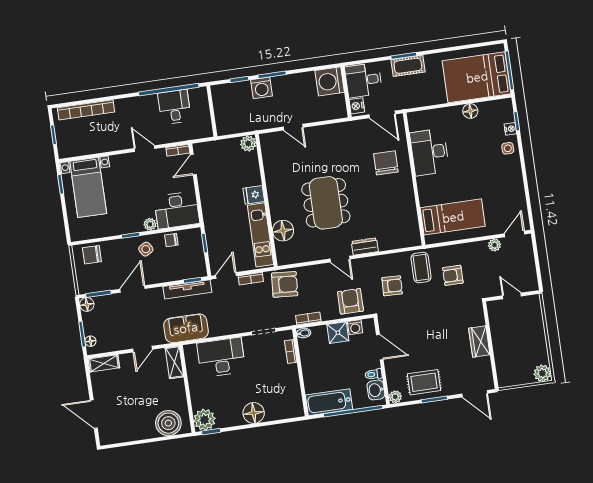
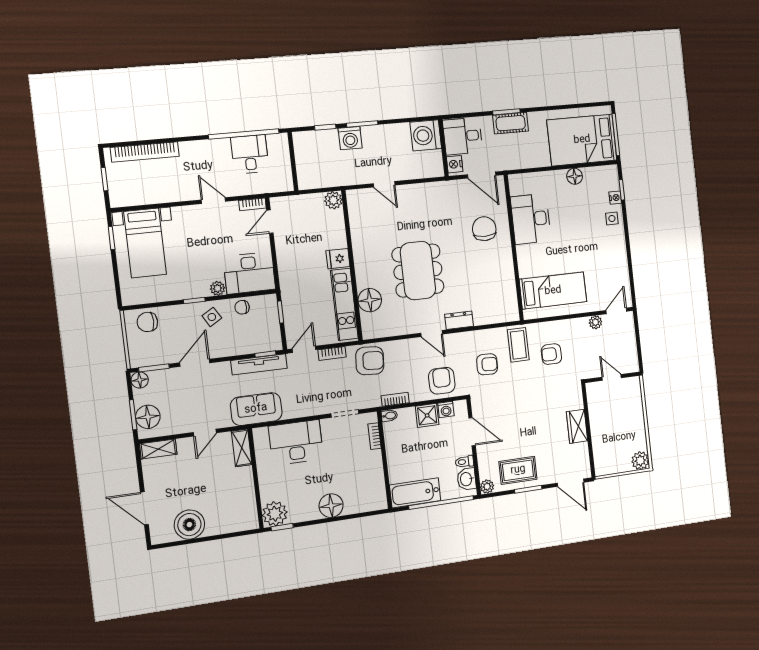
floor lamp: (90, 341) -> (148, 417), width x1.89, depth x1.89
boiler: (168, 423) -> (189, 525), moved

